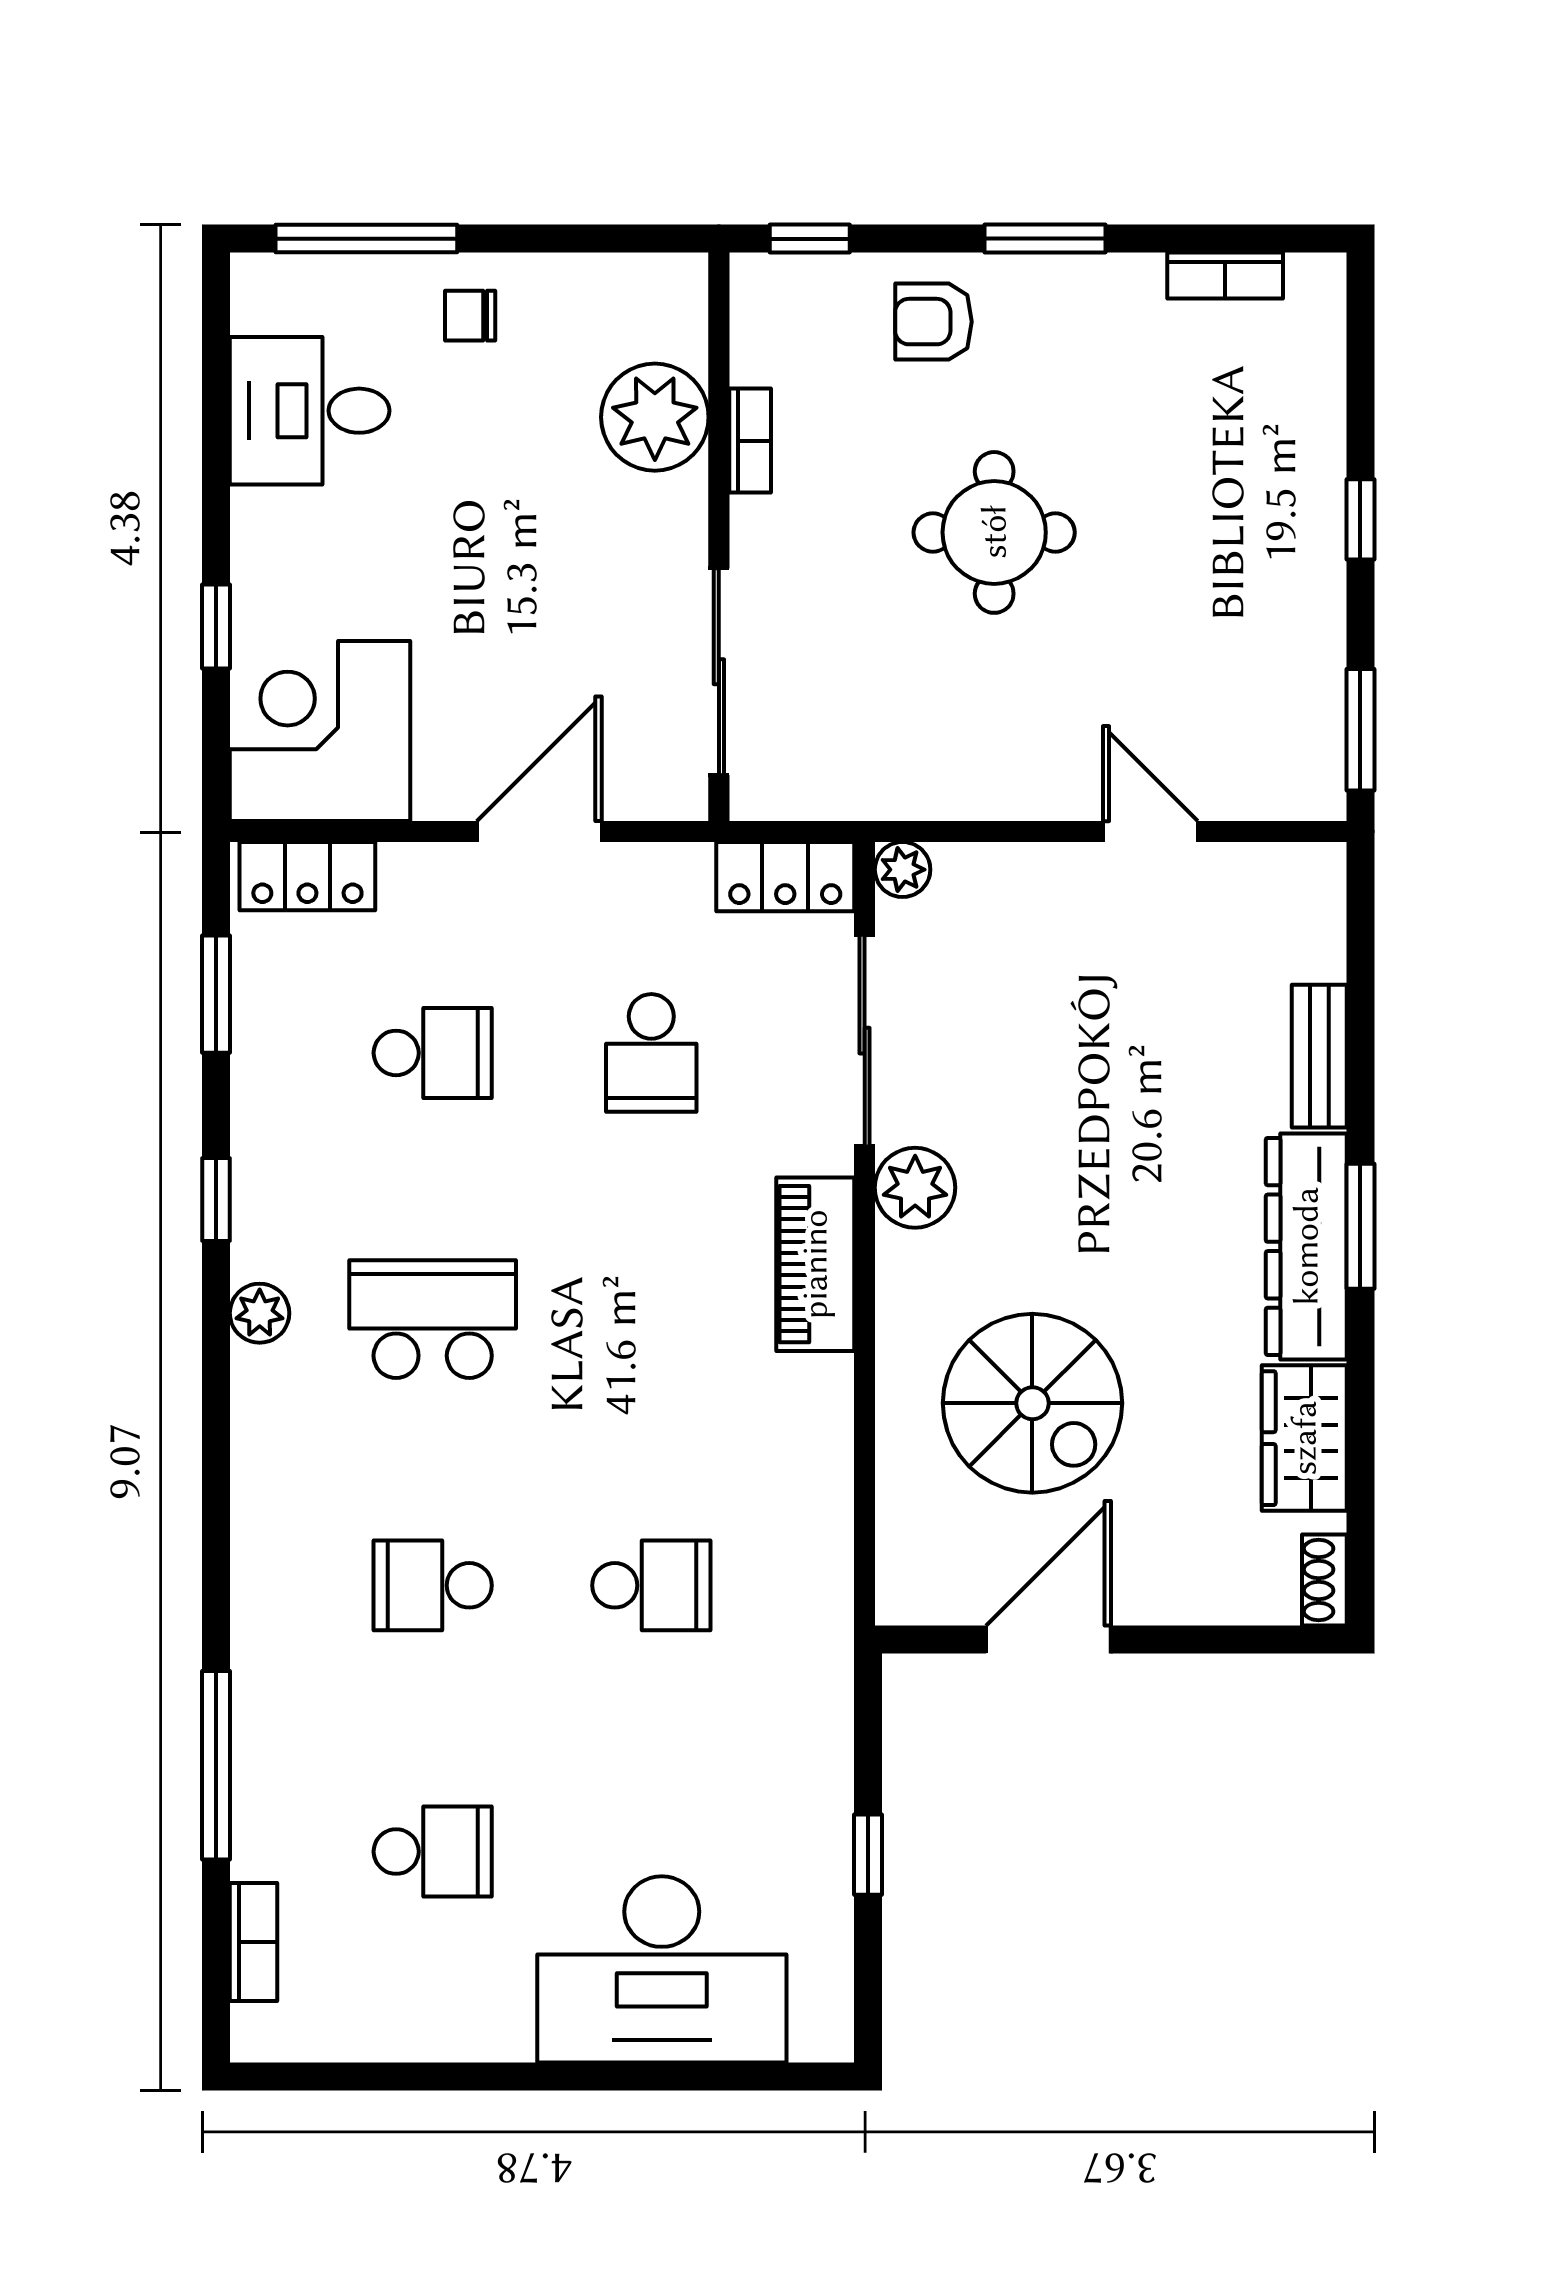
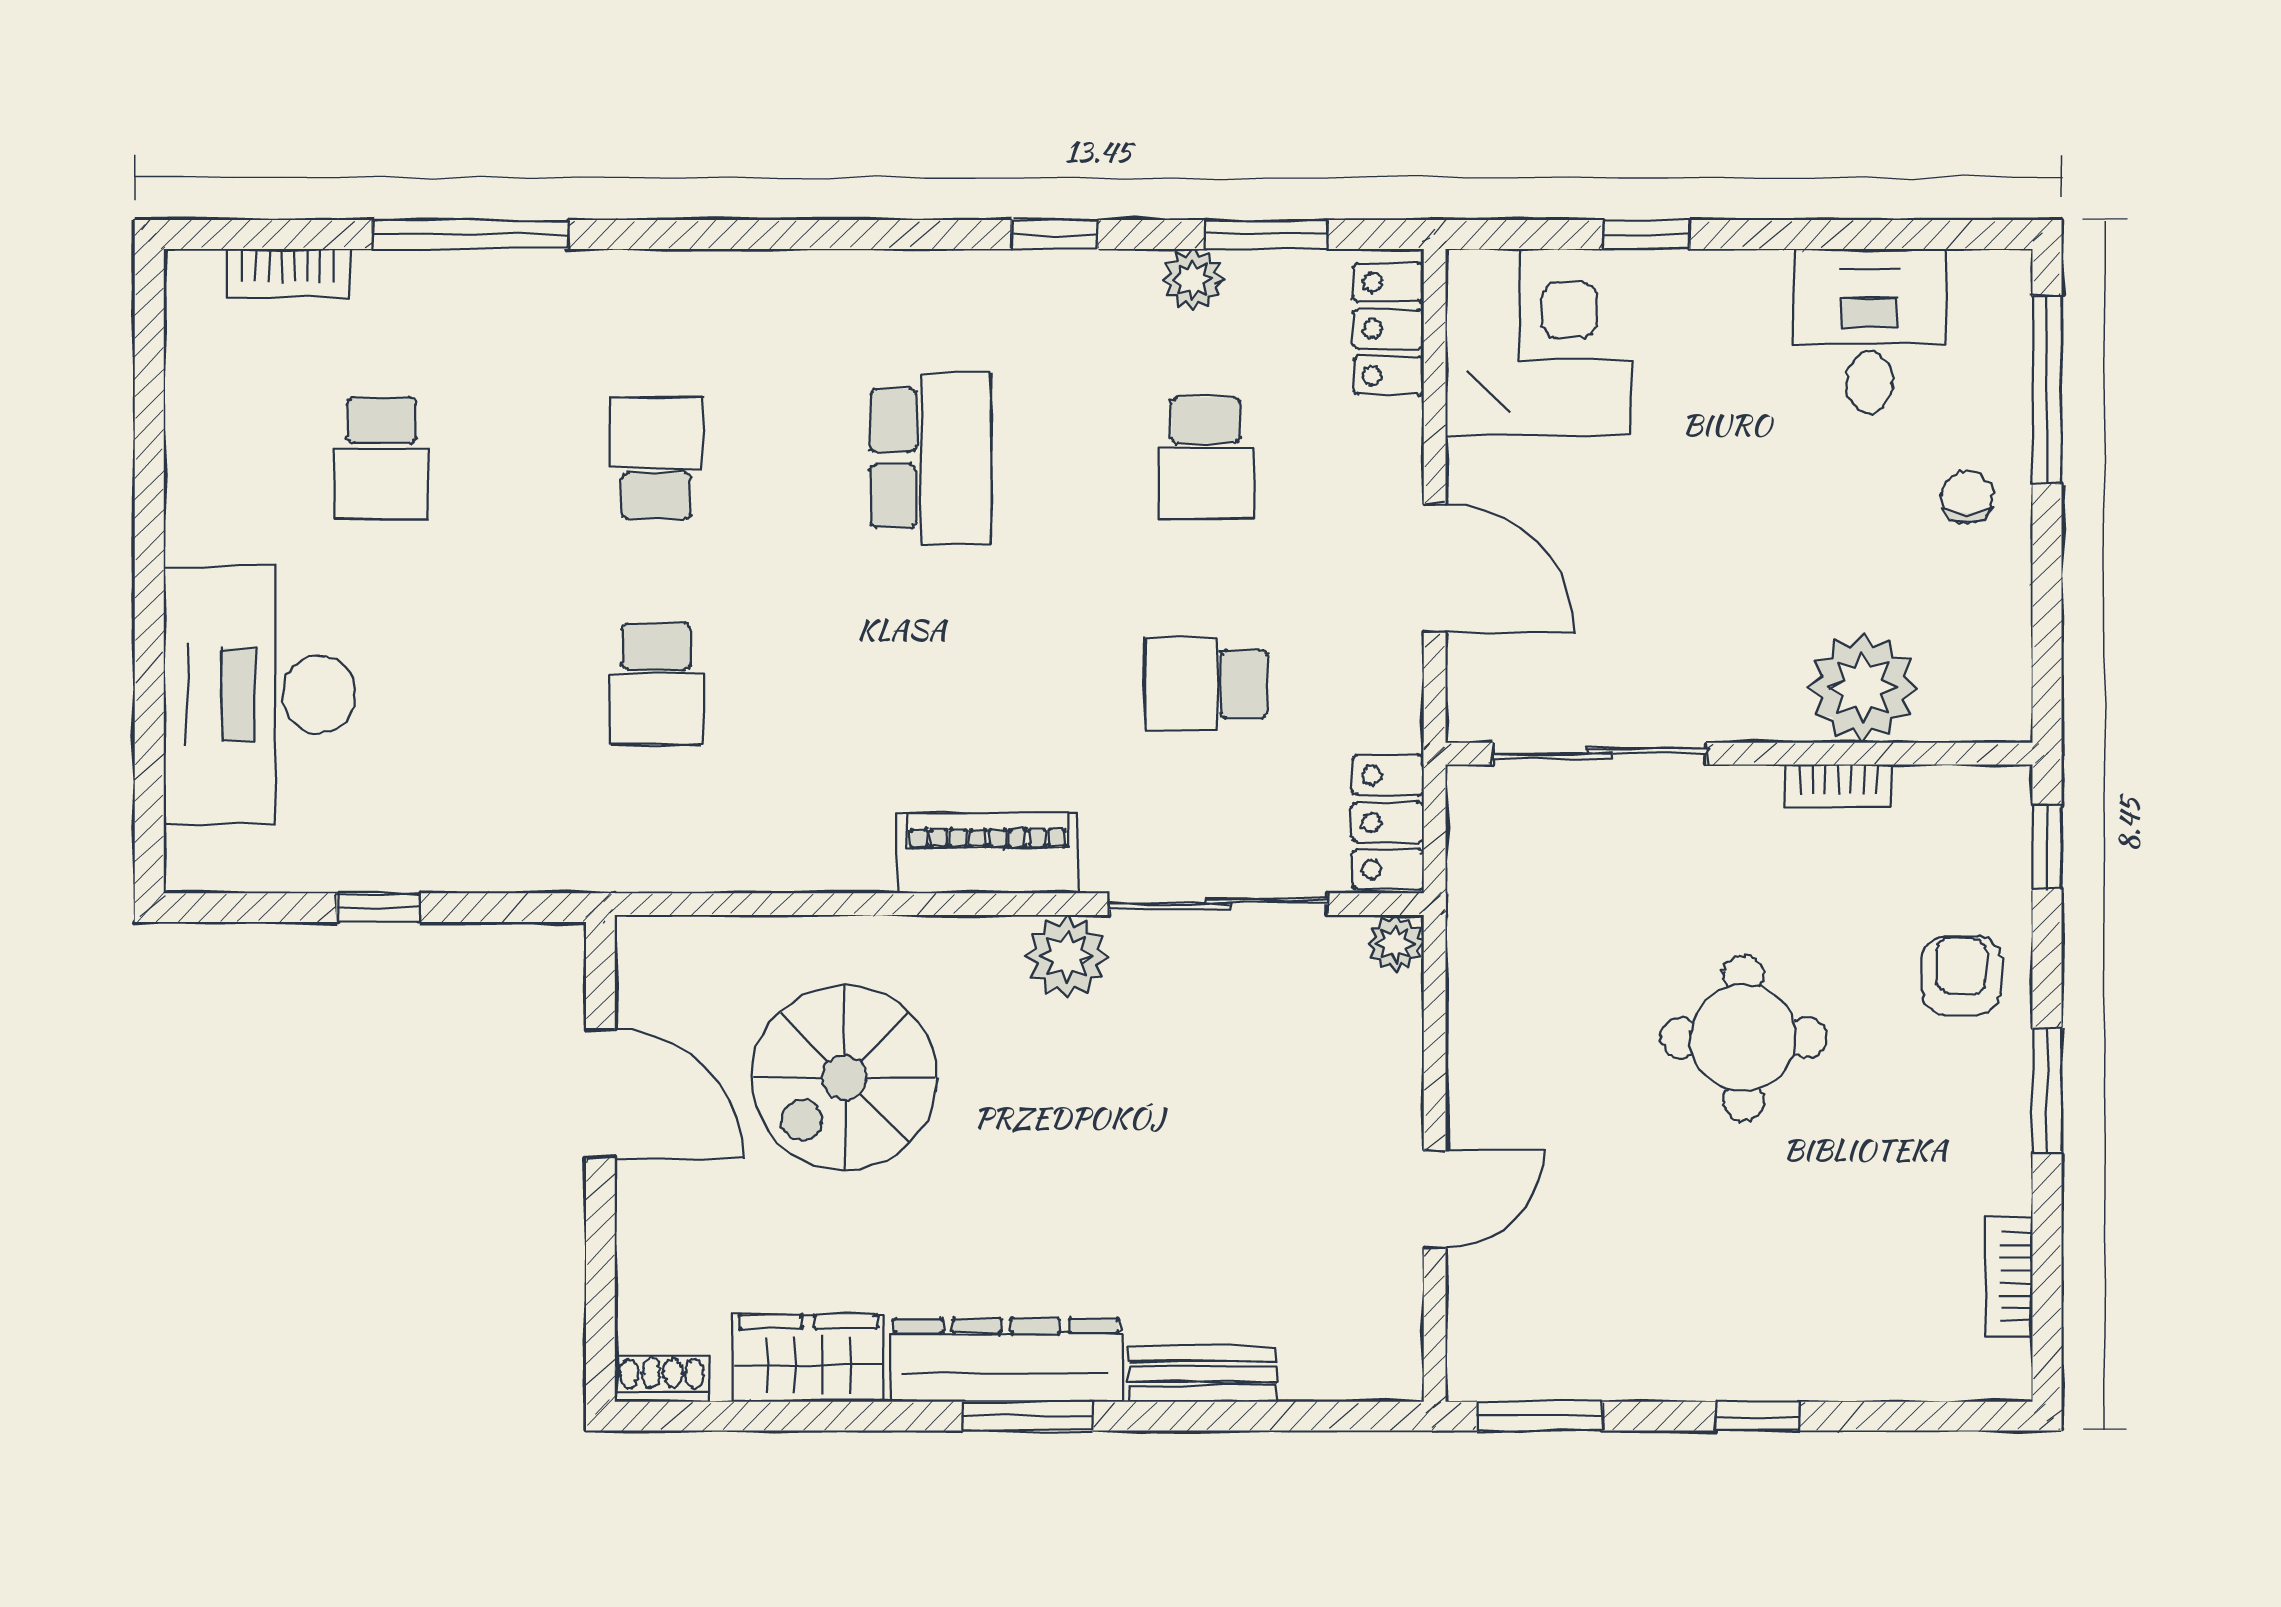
plant: (260, 1313) -> (1193, 279), moved

